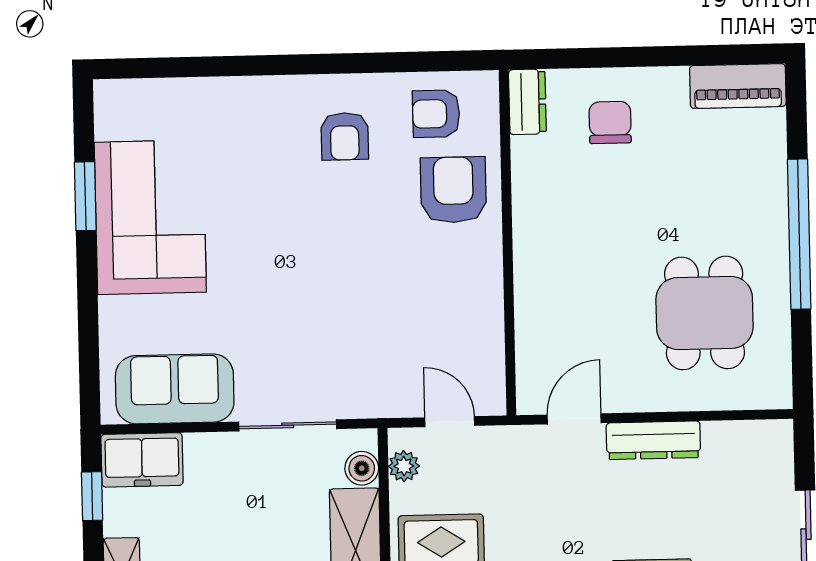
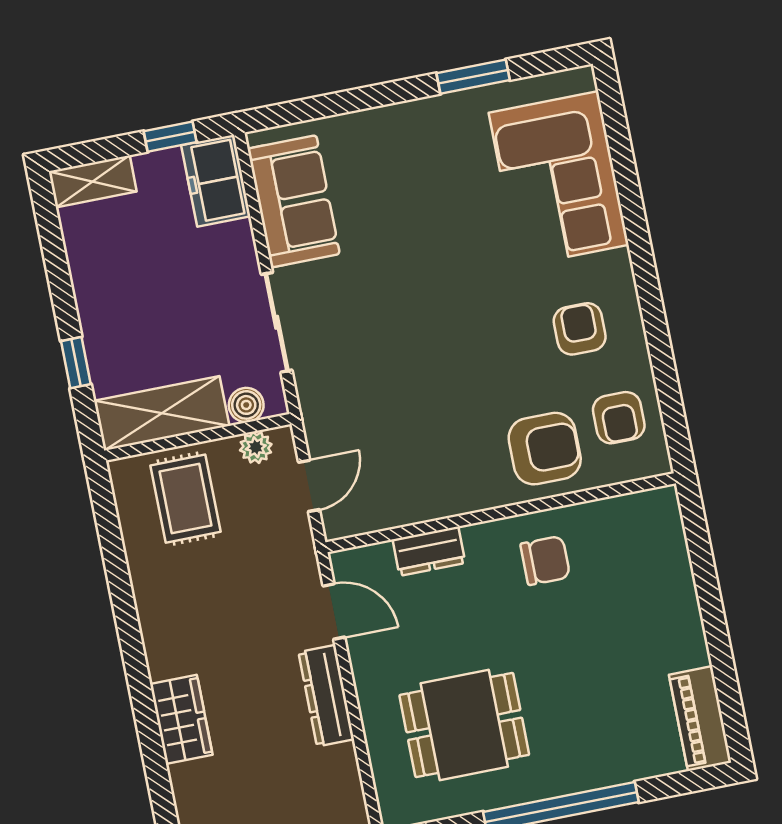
dresser: (527, 102) -> (429, 551), moved
armchair: (436, 114) -> (619, 418), turned 180
chair: (610, 123) -> (545, 560), moved
armchair: (345, 136) -> (580, 329), turned 90
corner sofa: (150, 217) -> (559, 179), moved, turned 90

